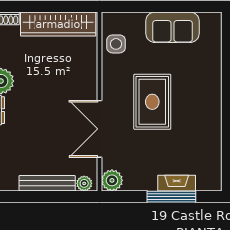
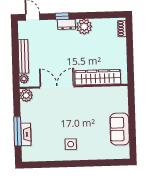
wardrobe: (58, 24) -> (98, 77), moved, turned 90
side table: (116, 44) -> (71, 144), moved
rug: (152, 102) -> (74, 118), removed

